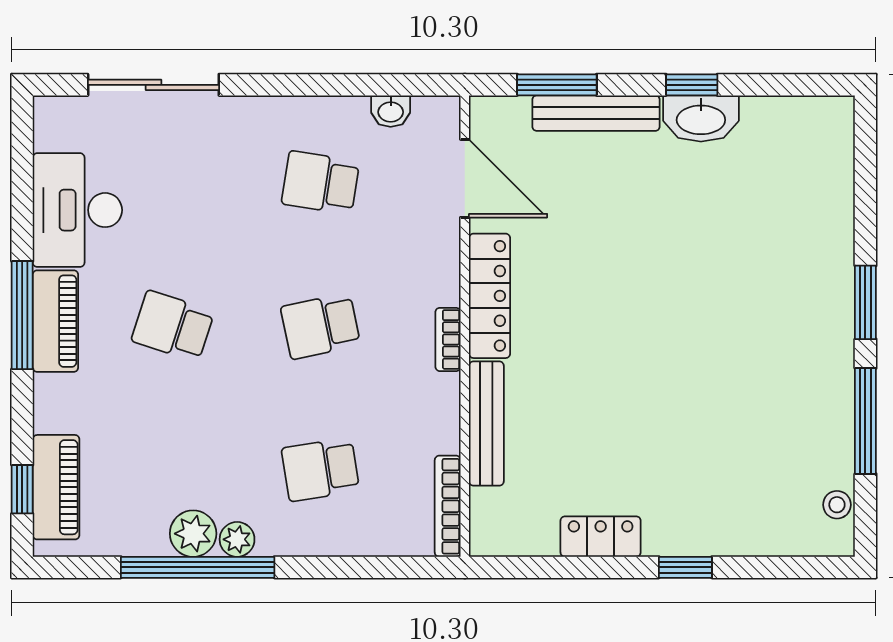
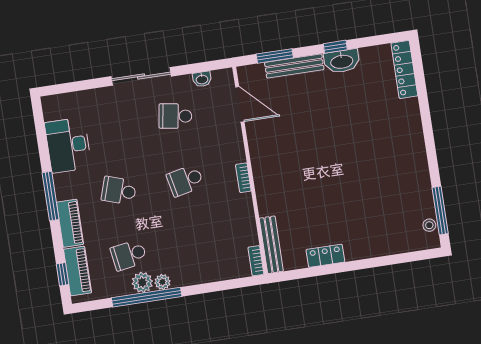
sliding door: (153, 85) -> (141, 76), moved
locker: (490, 296) -> (404, 70), moved, turned 180
window: (865, 302) -> (428, 132), removed
piano: (55, 321) -> (70, 223), moved
window: (865, 421) -> (440, 210), moved
bench: (486, 424) -> (271, 245), moved
school desk: (321, 470) -> (129, 255), moved
bookcase: (448, 506) -> (256, 261), width x0.64
window: (685, 567) -> (366, 264), removed

